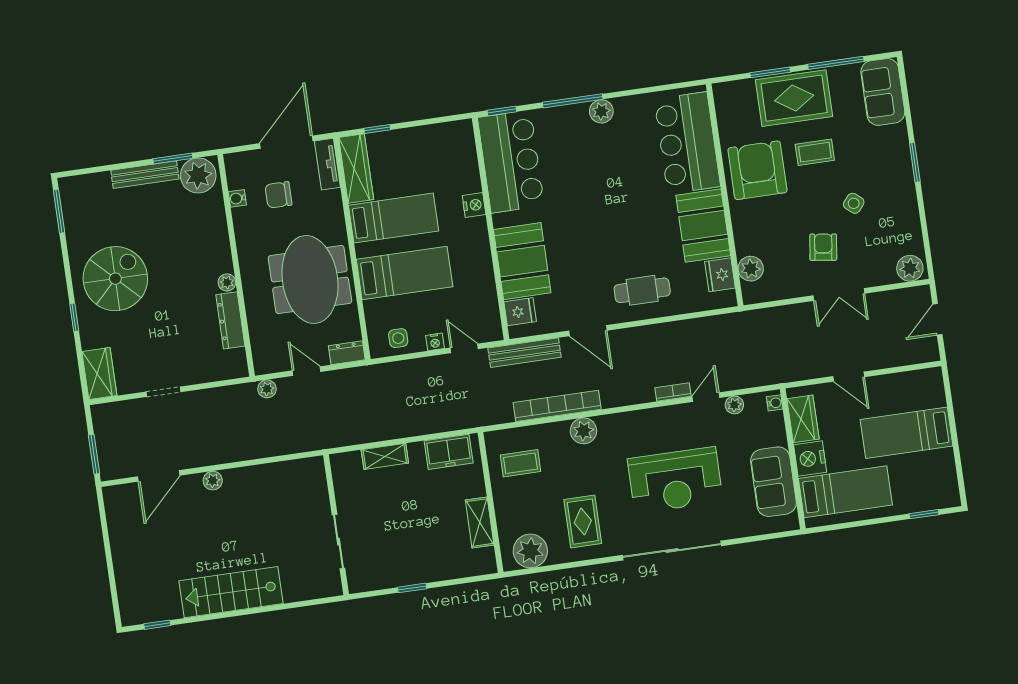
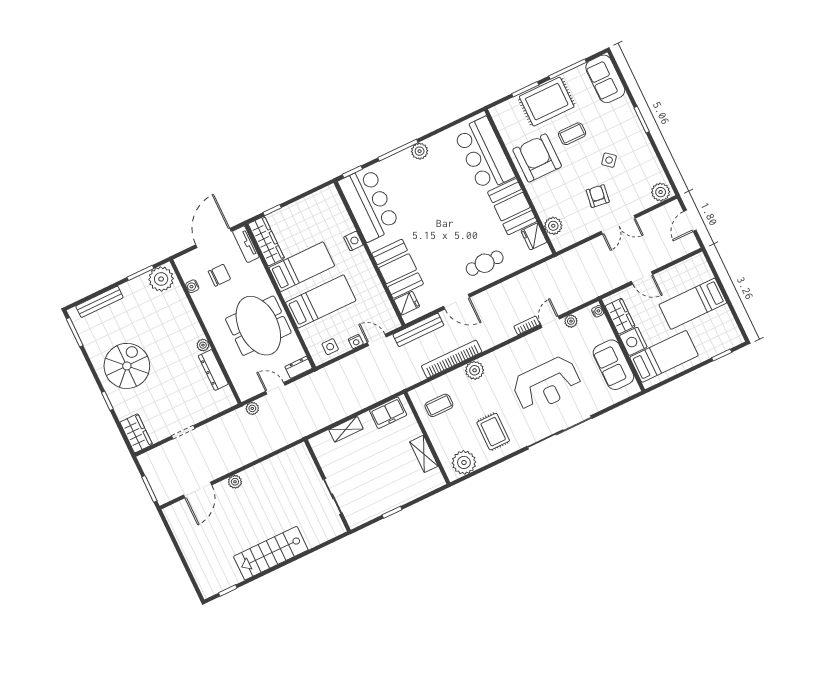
bench: (145, 175) -> (99, 302), moved
chair: (279, 195) -> (219, 275), turned 180

